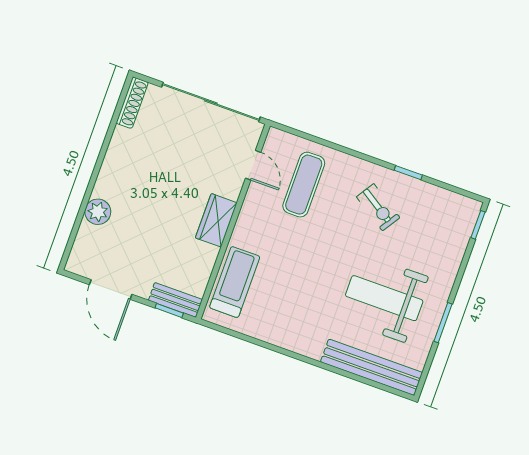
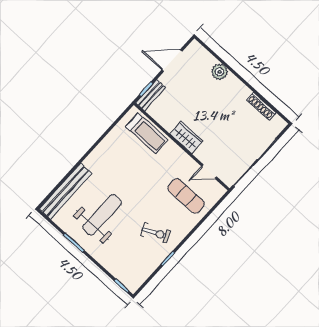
shoe rack: (132, 103) -> (261, 106), moved
exercise bike: (378, 207) -> (155, 233), turned -148

